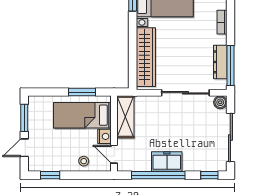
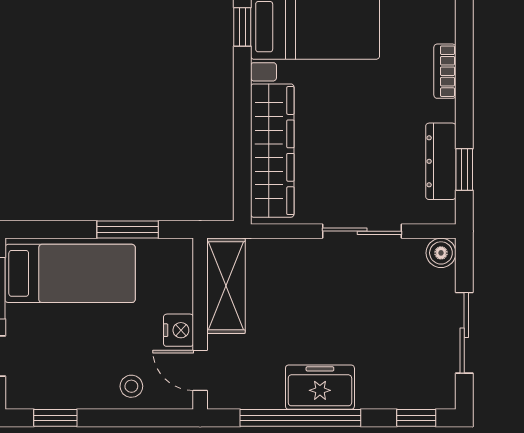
window: (230, 66) -> (464, 170), width x0.46
sliding door: (185, 93) -> (362, 231), width x0.73
bed: (82, 115) -> (70, 273), moved, turned 180
sliding door: (230, 138) -> (464, 333), width x0.73

